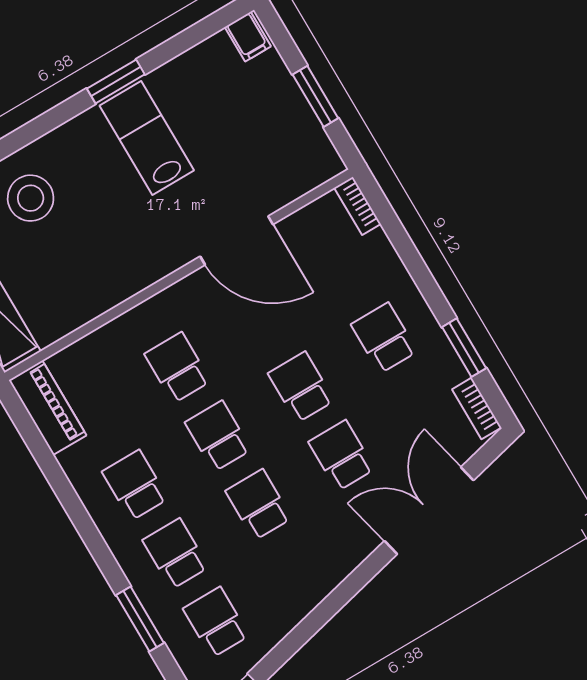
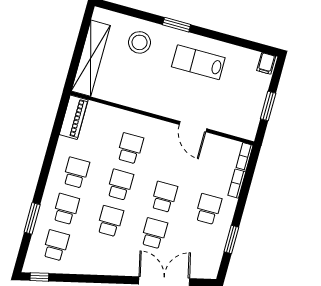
window: (116, 82) -> (177, 25), moved
lab bench: (147, 138) -> (198, 62), turned -90
door: (237, 240) -> (193, 127), width x0.73
bookcase: (477, 408) -> (237, 184), moved

